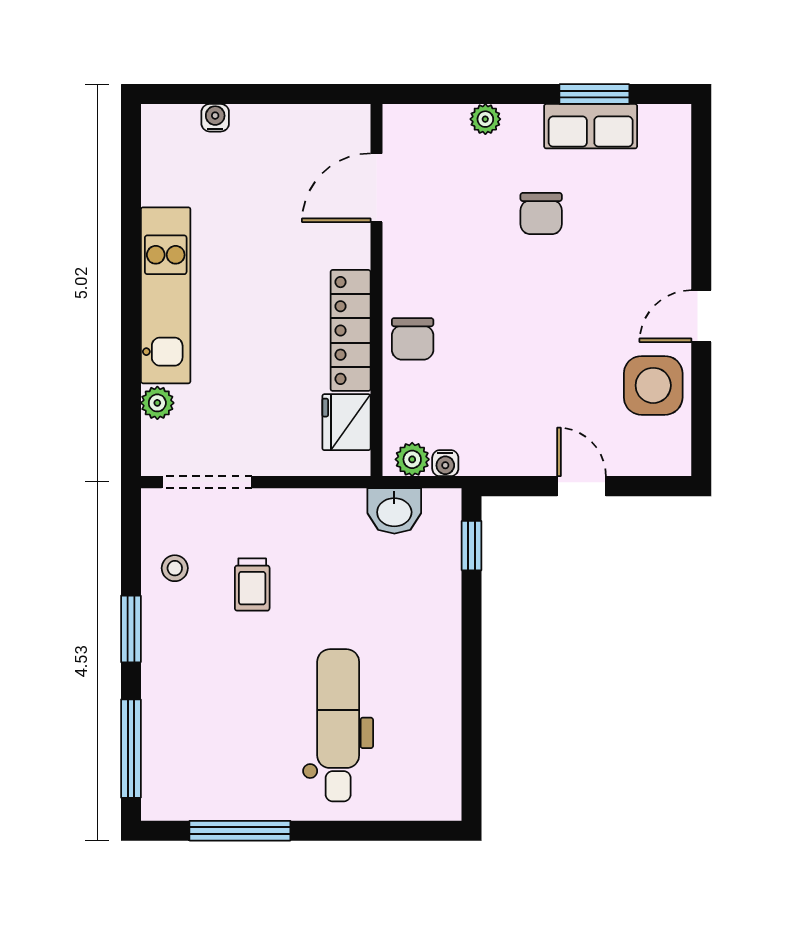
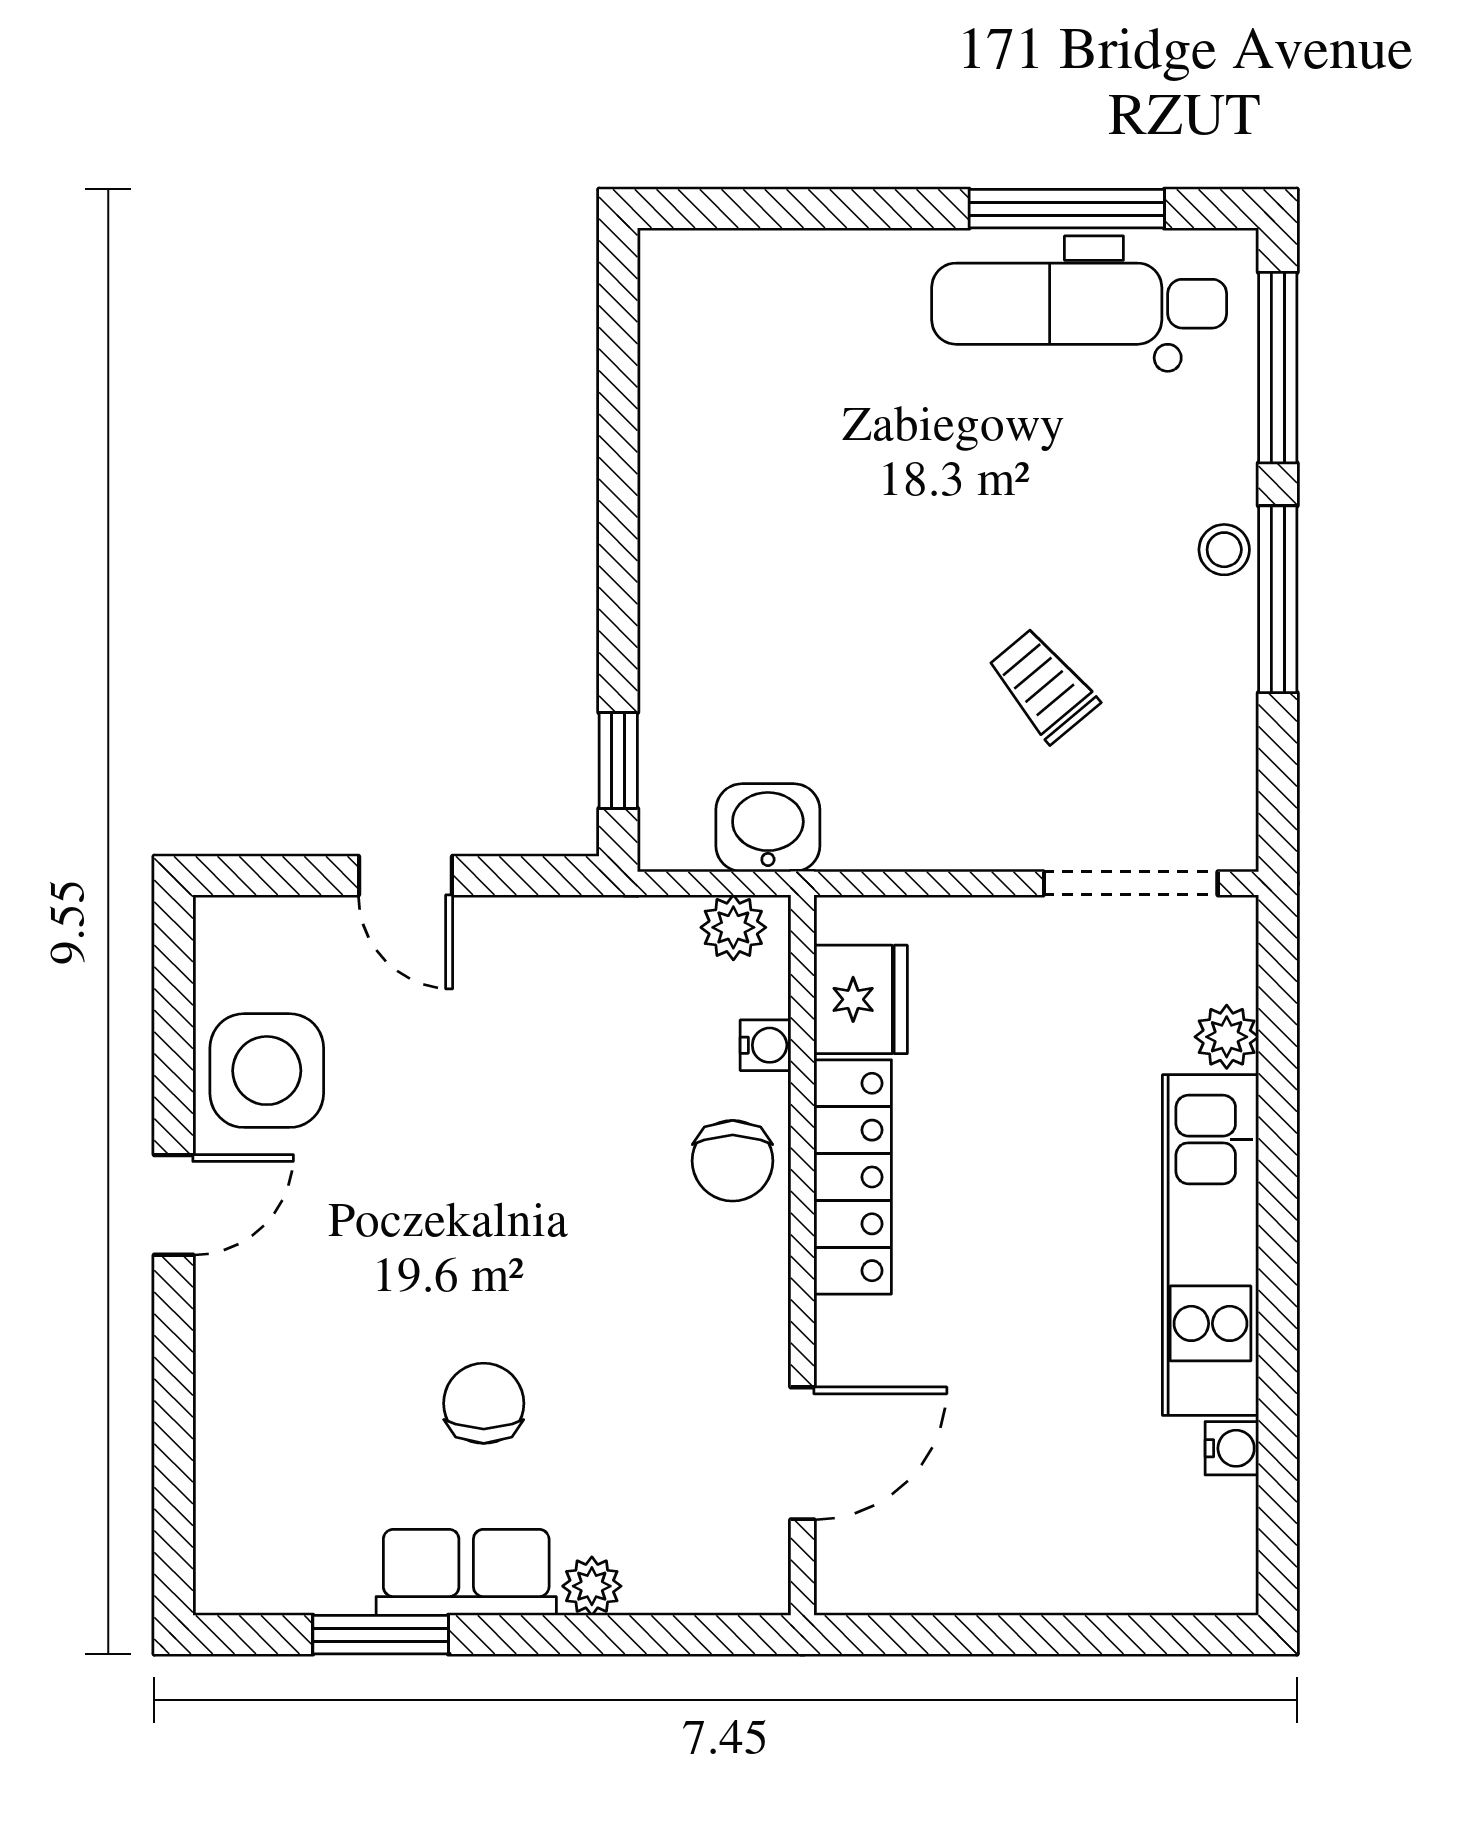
water cooler: (215, 118) -> (1232, 1448), moved, turned -90
row of seats: (591, 126) -> (466, 1572), moved
chair: (413, 339) -> (733, 1161), turned 180
water cooler: (445, 463) -> (766, 1045), moved, turned 90
stool: (175, 568) -> (1224, 550), moved
trolley: (252, 584) -> (1043, 685), turned -40
window: (131, 629) -> (1278, 599), width x1.44
dental chair: (338, 725) -> (1079, 304), moved, turned 90

